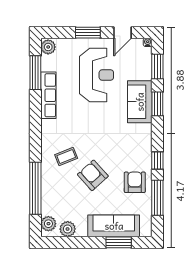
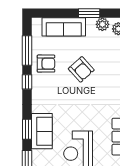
coffee table: (66, 157) -> (104, 85), removed
armchair: (135, 182) -> (46, 64), turned -90
window: (119, 242) -> (89, 13), moved

